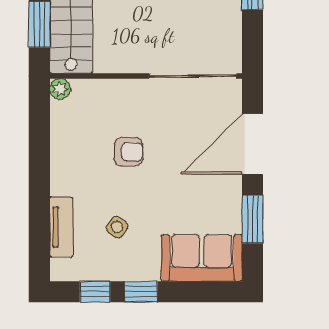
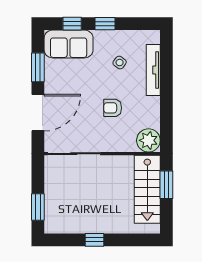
plant: (60, 89) -> (148, 140), width x1.88, depth x1.88
tv unit: (61, 227) -> (153, 70), width x1.41
window: (95, 292) -> (72, 24), moved

